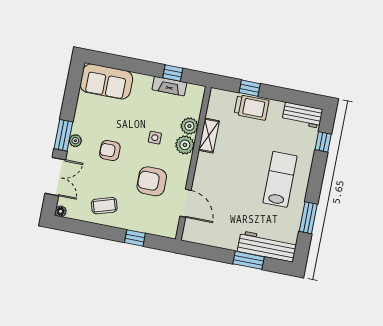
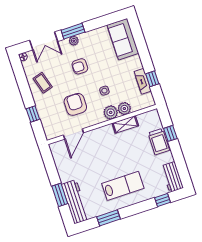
armchair: (110, 151) -> (80, 66), turned -90

